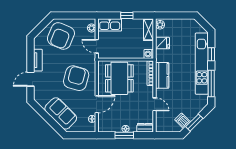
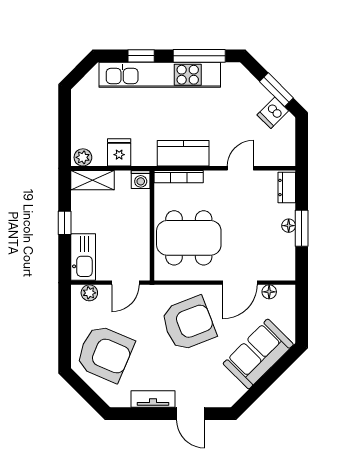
armchair: (76, 78) -> (188, 323), turned 144
door: (97, 104) -> (240, 283), swing flipped

